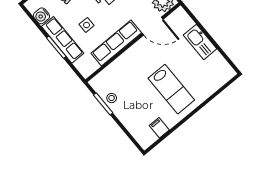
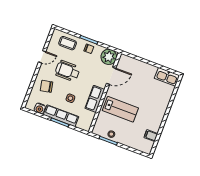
kitchen sink: (200, 42) -> (167, 77), moved
row of seats: (116, 43) -> (95, 99), width x0.68
lab bench: (171, 89) -> (120, 109), moved

